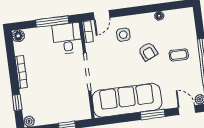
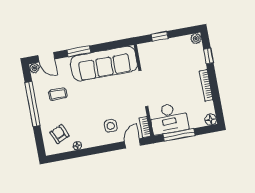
desk: (67, 38) -> (169, 119), width x1.37
armchair: (148, 52) -> (59, 134), moved
coffee table: (179, 55) -> (58, 94), moved

